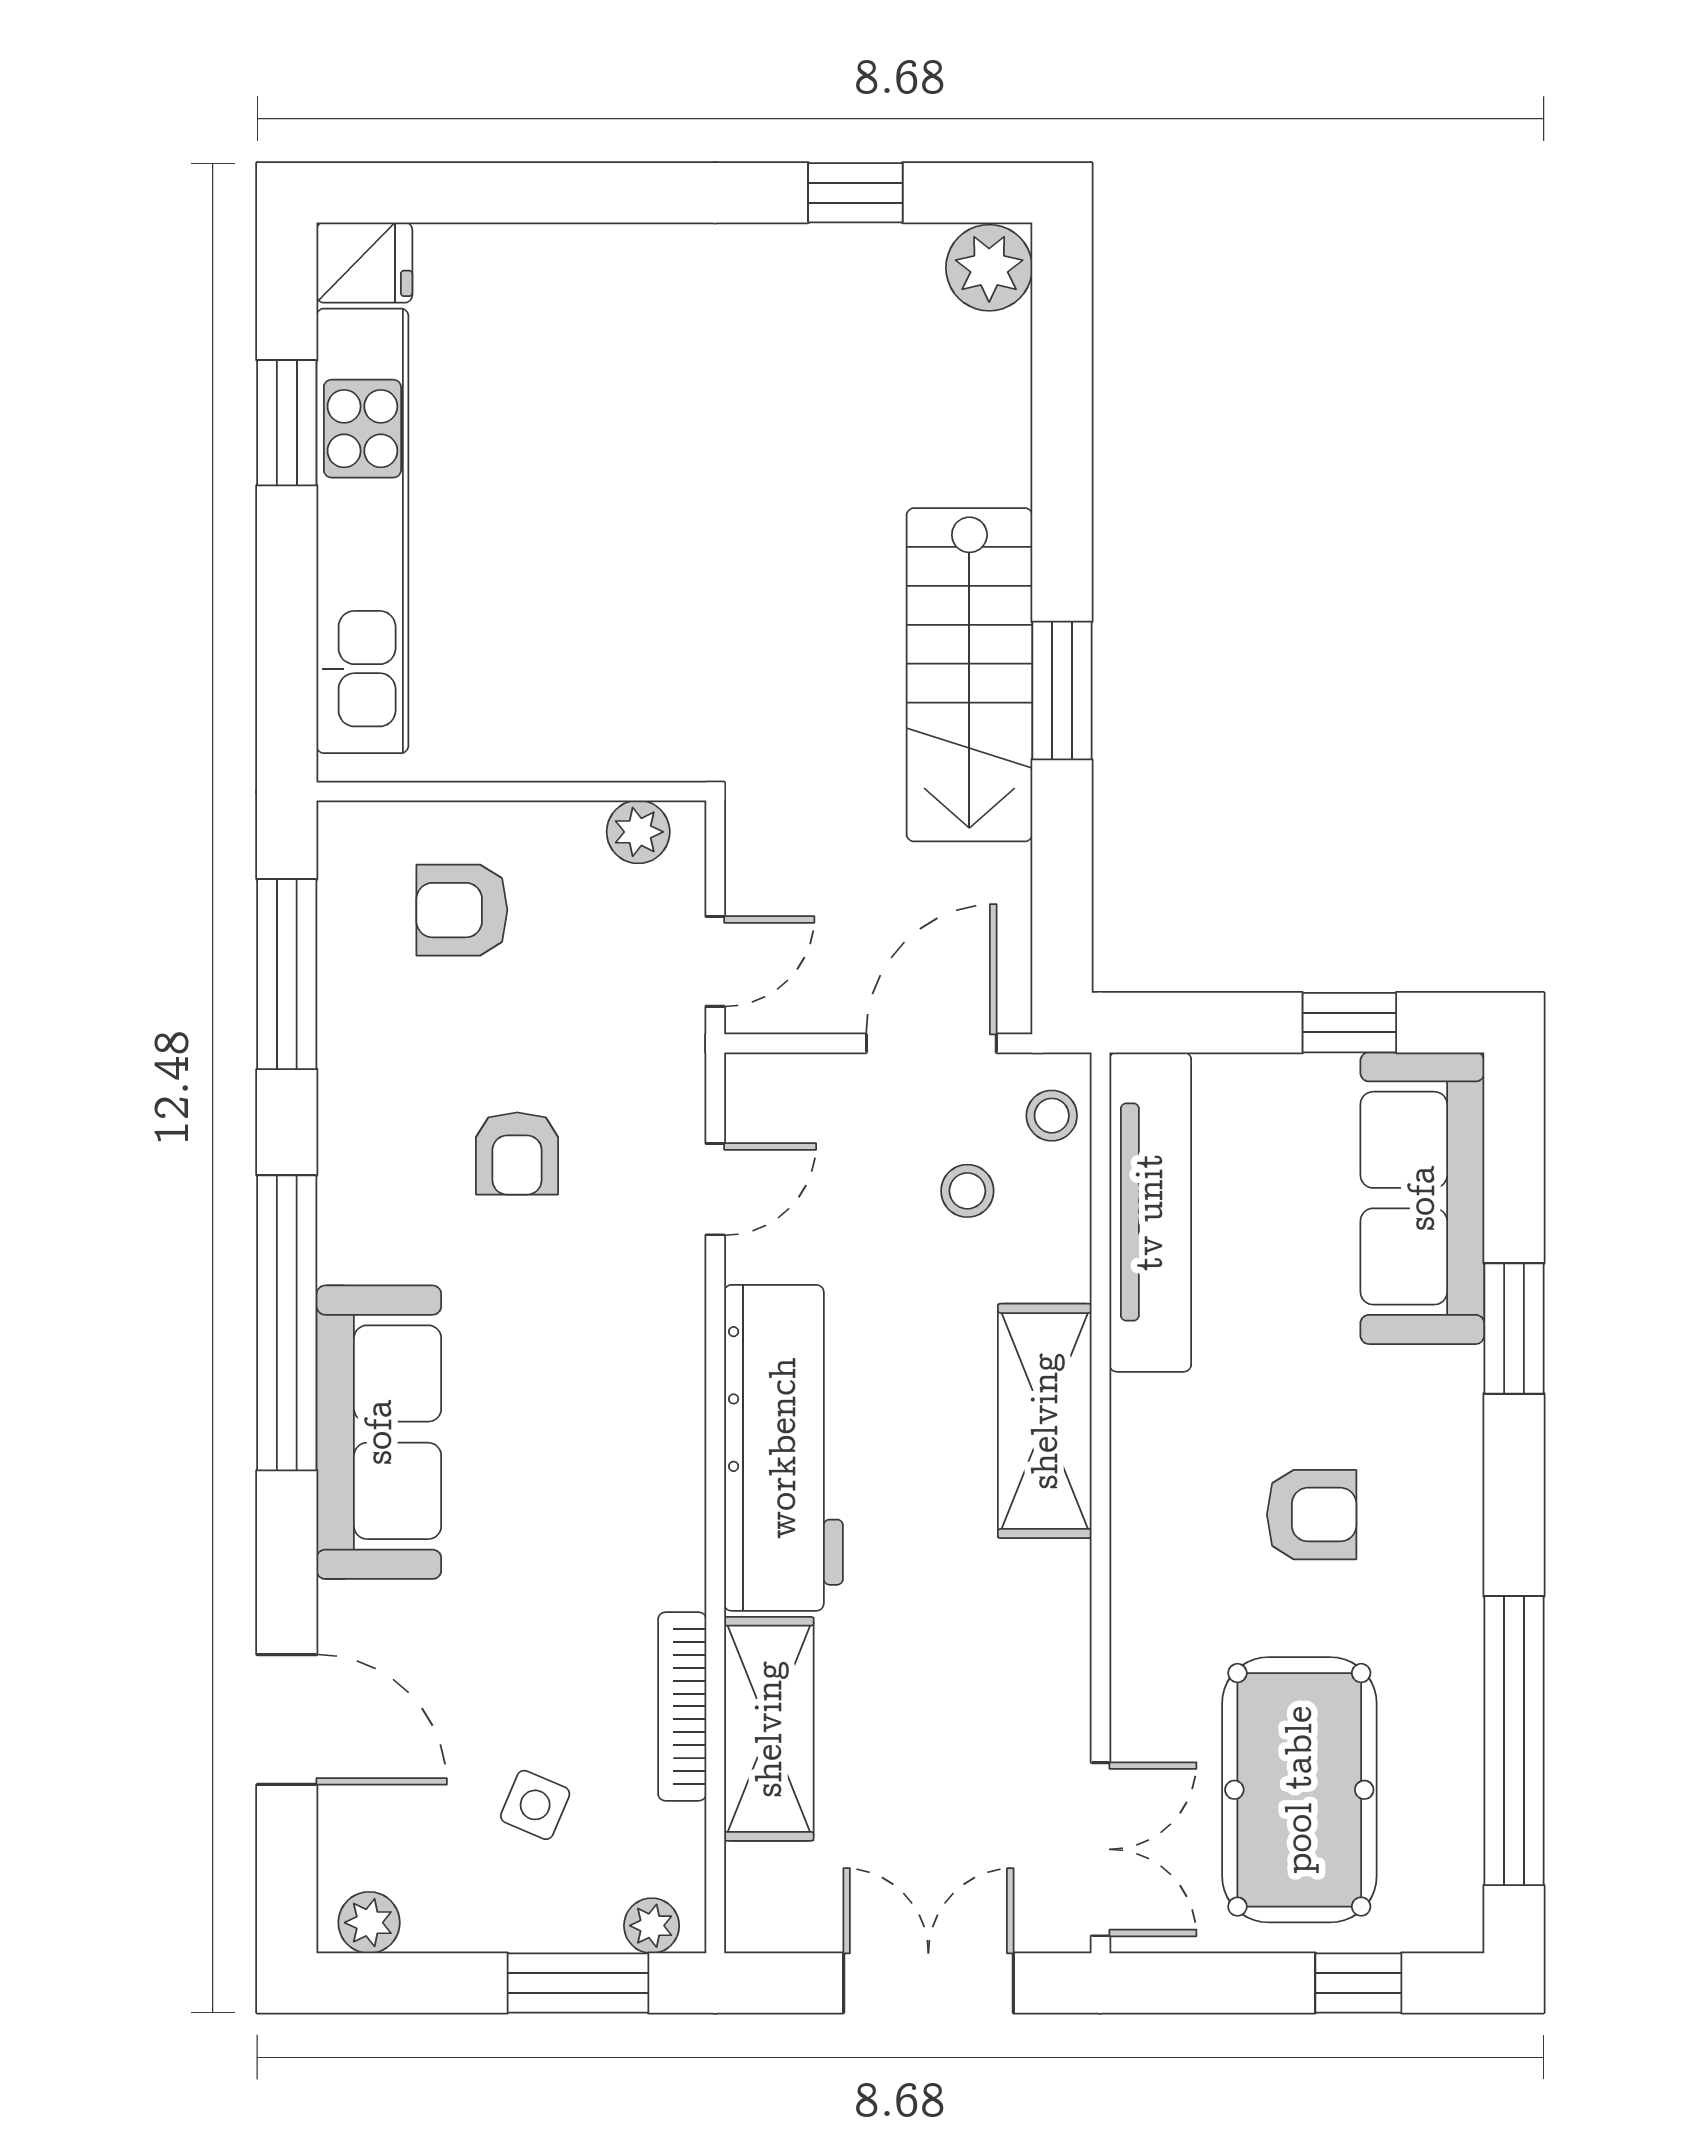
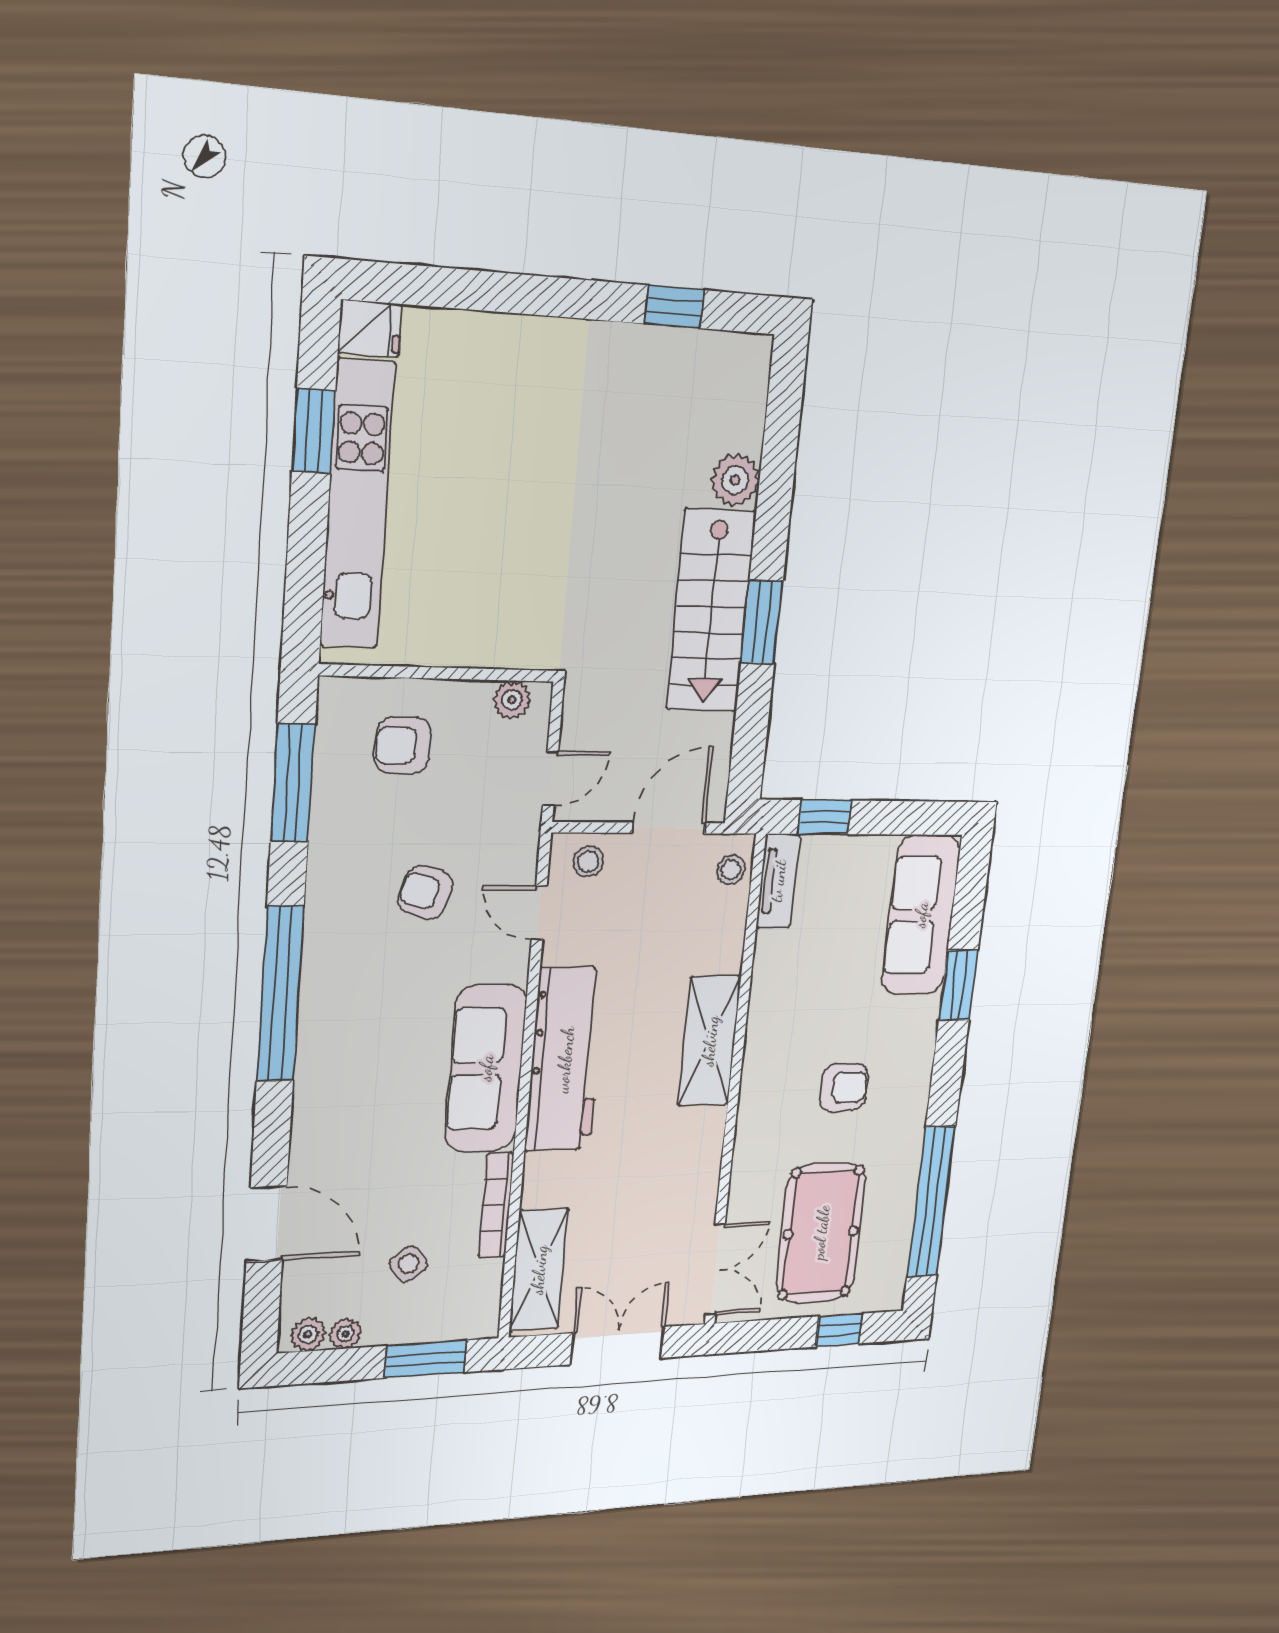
plant: (989, 268) -> (735, 480), moved
window: (1349, 1023) -> (825, 817), moved
armchair: (517, 1154) -> (425, 892), turned 106
door: (715, 1189) -> (539, 913), swing flipped
stool: (967, 1191) -> (588, 862), moved
tv unit: (1150, 1212) -> (778, 881), width x0.52, depth x0.78
sofa: (379, 1432) -> (486, 1068), moved, turned 180
shelving: (769, 1729) -> (539, 1270), moved
side table: (535, 1805) -> (409, 1264), turned 30
plant: (652, 1926) -> (345, 1334), moved

